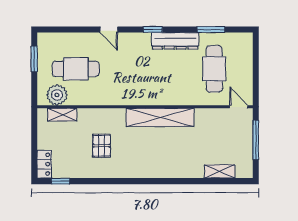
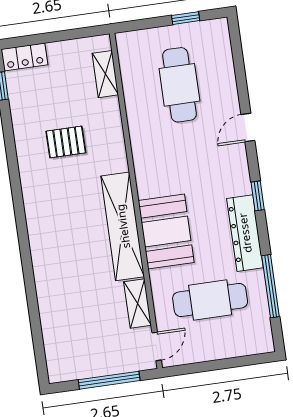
window: (211, 30) -> (270, 286), width x1.44
window: (34, 59) -> (186, 18), width x0.67
booth: (167, 90) -> (166, 231), added
plant: (57, 95) -> (135, 61), removed
shelving: (220, 171) -> (137, 304), moved

